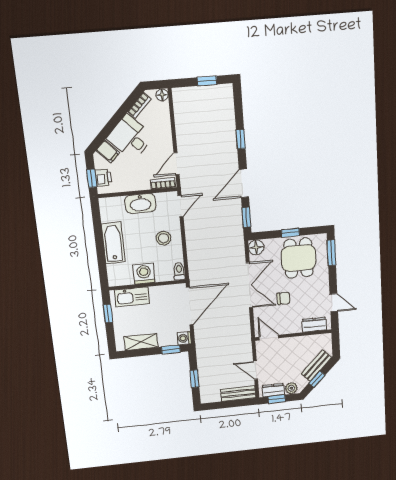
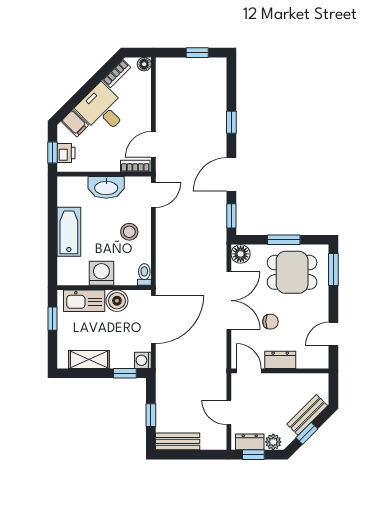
window: (290, 233) -> (284, 240), width x1.50
dining table: (299, 258) -> (292, 272), turned 90
boiler: (159, 294) -> (117, 301), added
door: (334, 303) -> (333, 334), swing flipped
dresser: (314, 325) -> (280, 360), moved
bench: (238, 394) -> (178, 441), moved

